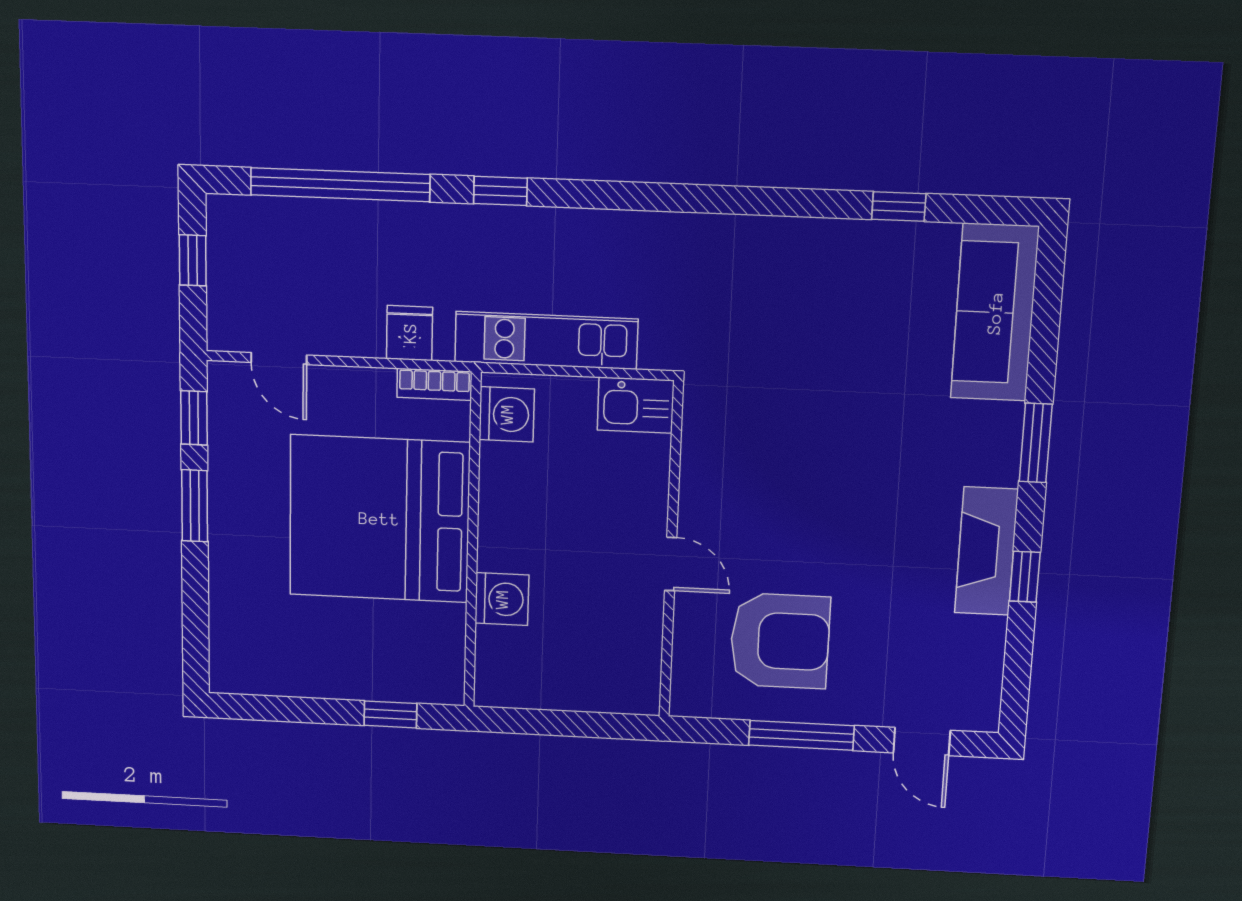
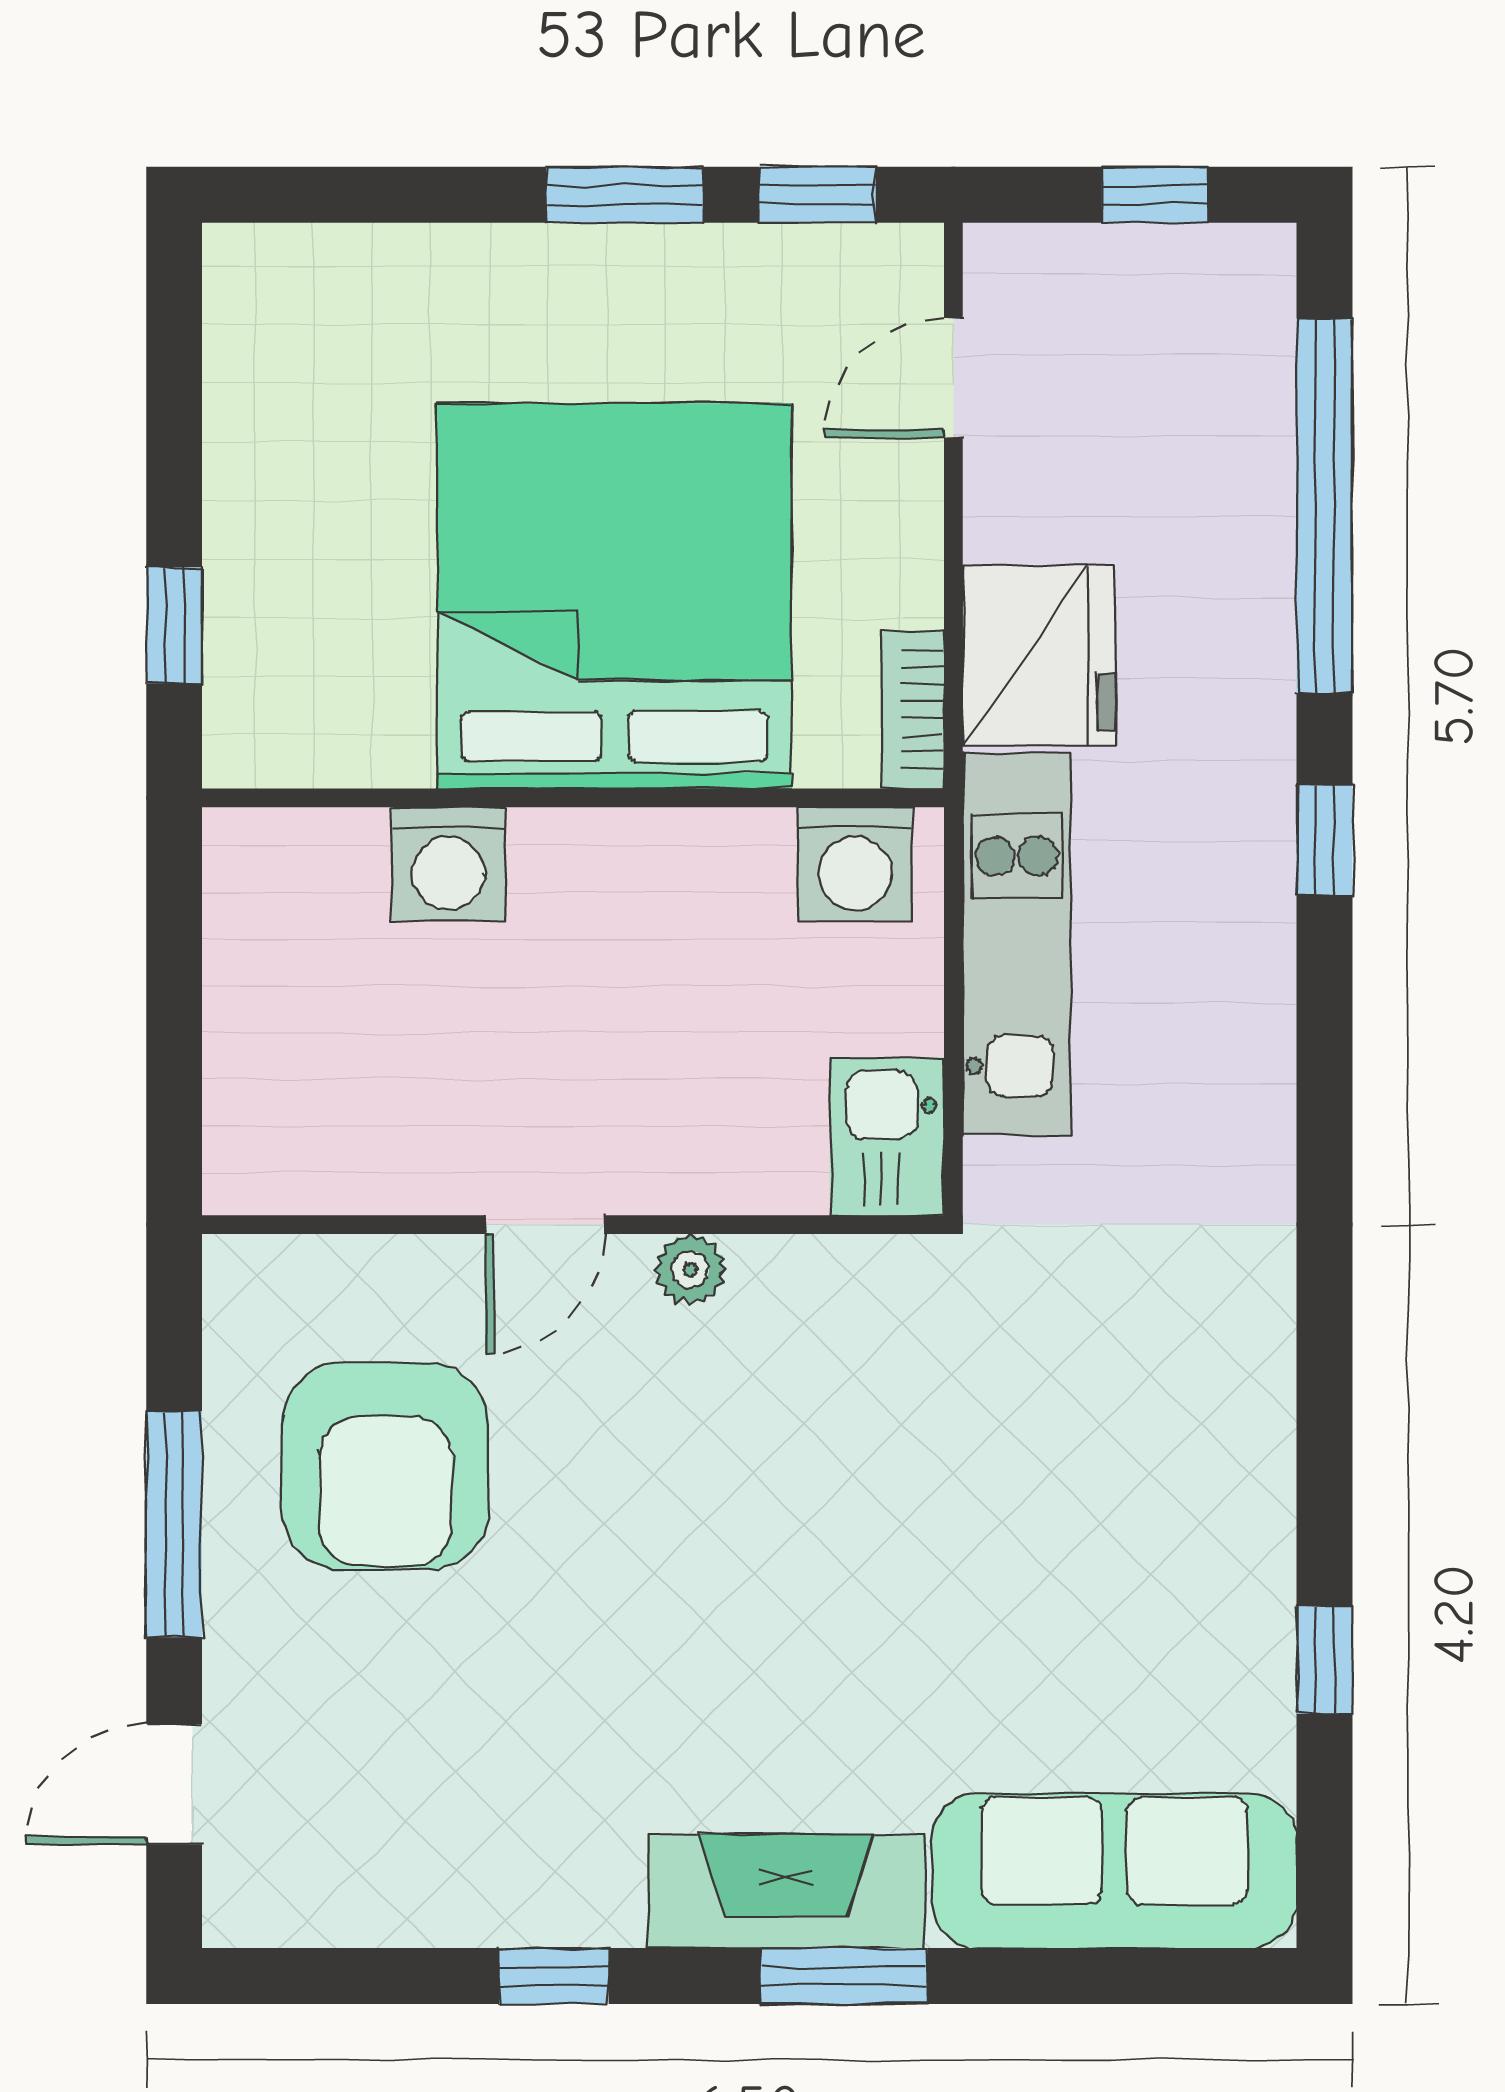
fridge: (410, 333) -> (1039, 655), width x1.88, depth x1.34
plant: (695, 499) -> (690, 1269), added
fireplace: (986, 551) -> (786, 1891), moved

